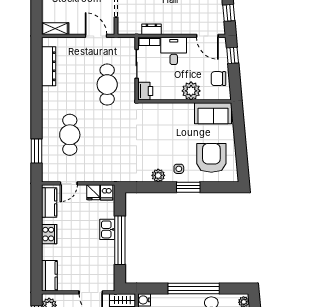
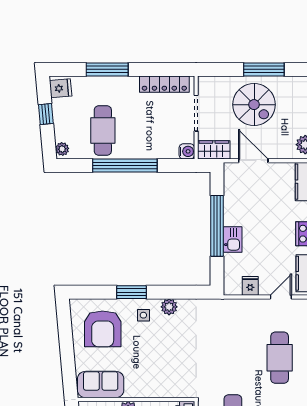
dishwasher: (107, 192) -> (234, 286), removed

